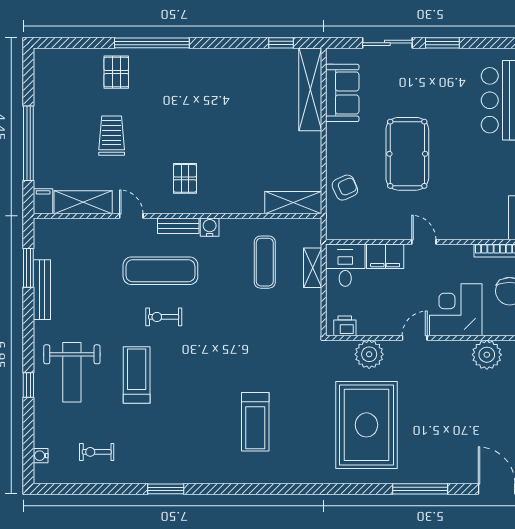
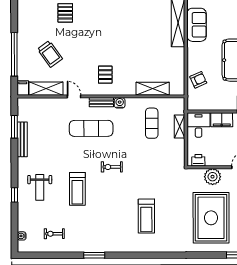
trolley: (112, 136) -> (50, 54), moved, turned 144
shelving: (293, 203) -> (153, 89), moved
exercise bike: (164, 317) -> (112, 167), moved
weight bench: (72, 372) -> (40, 187), width x0.73, depth x0.75
treadmill: (137, 375) -> (77, 189), turned 180

